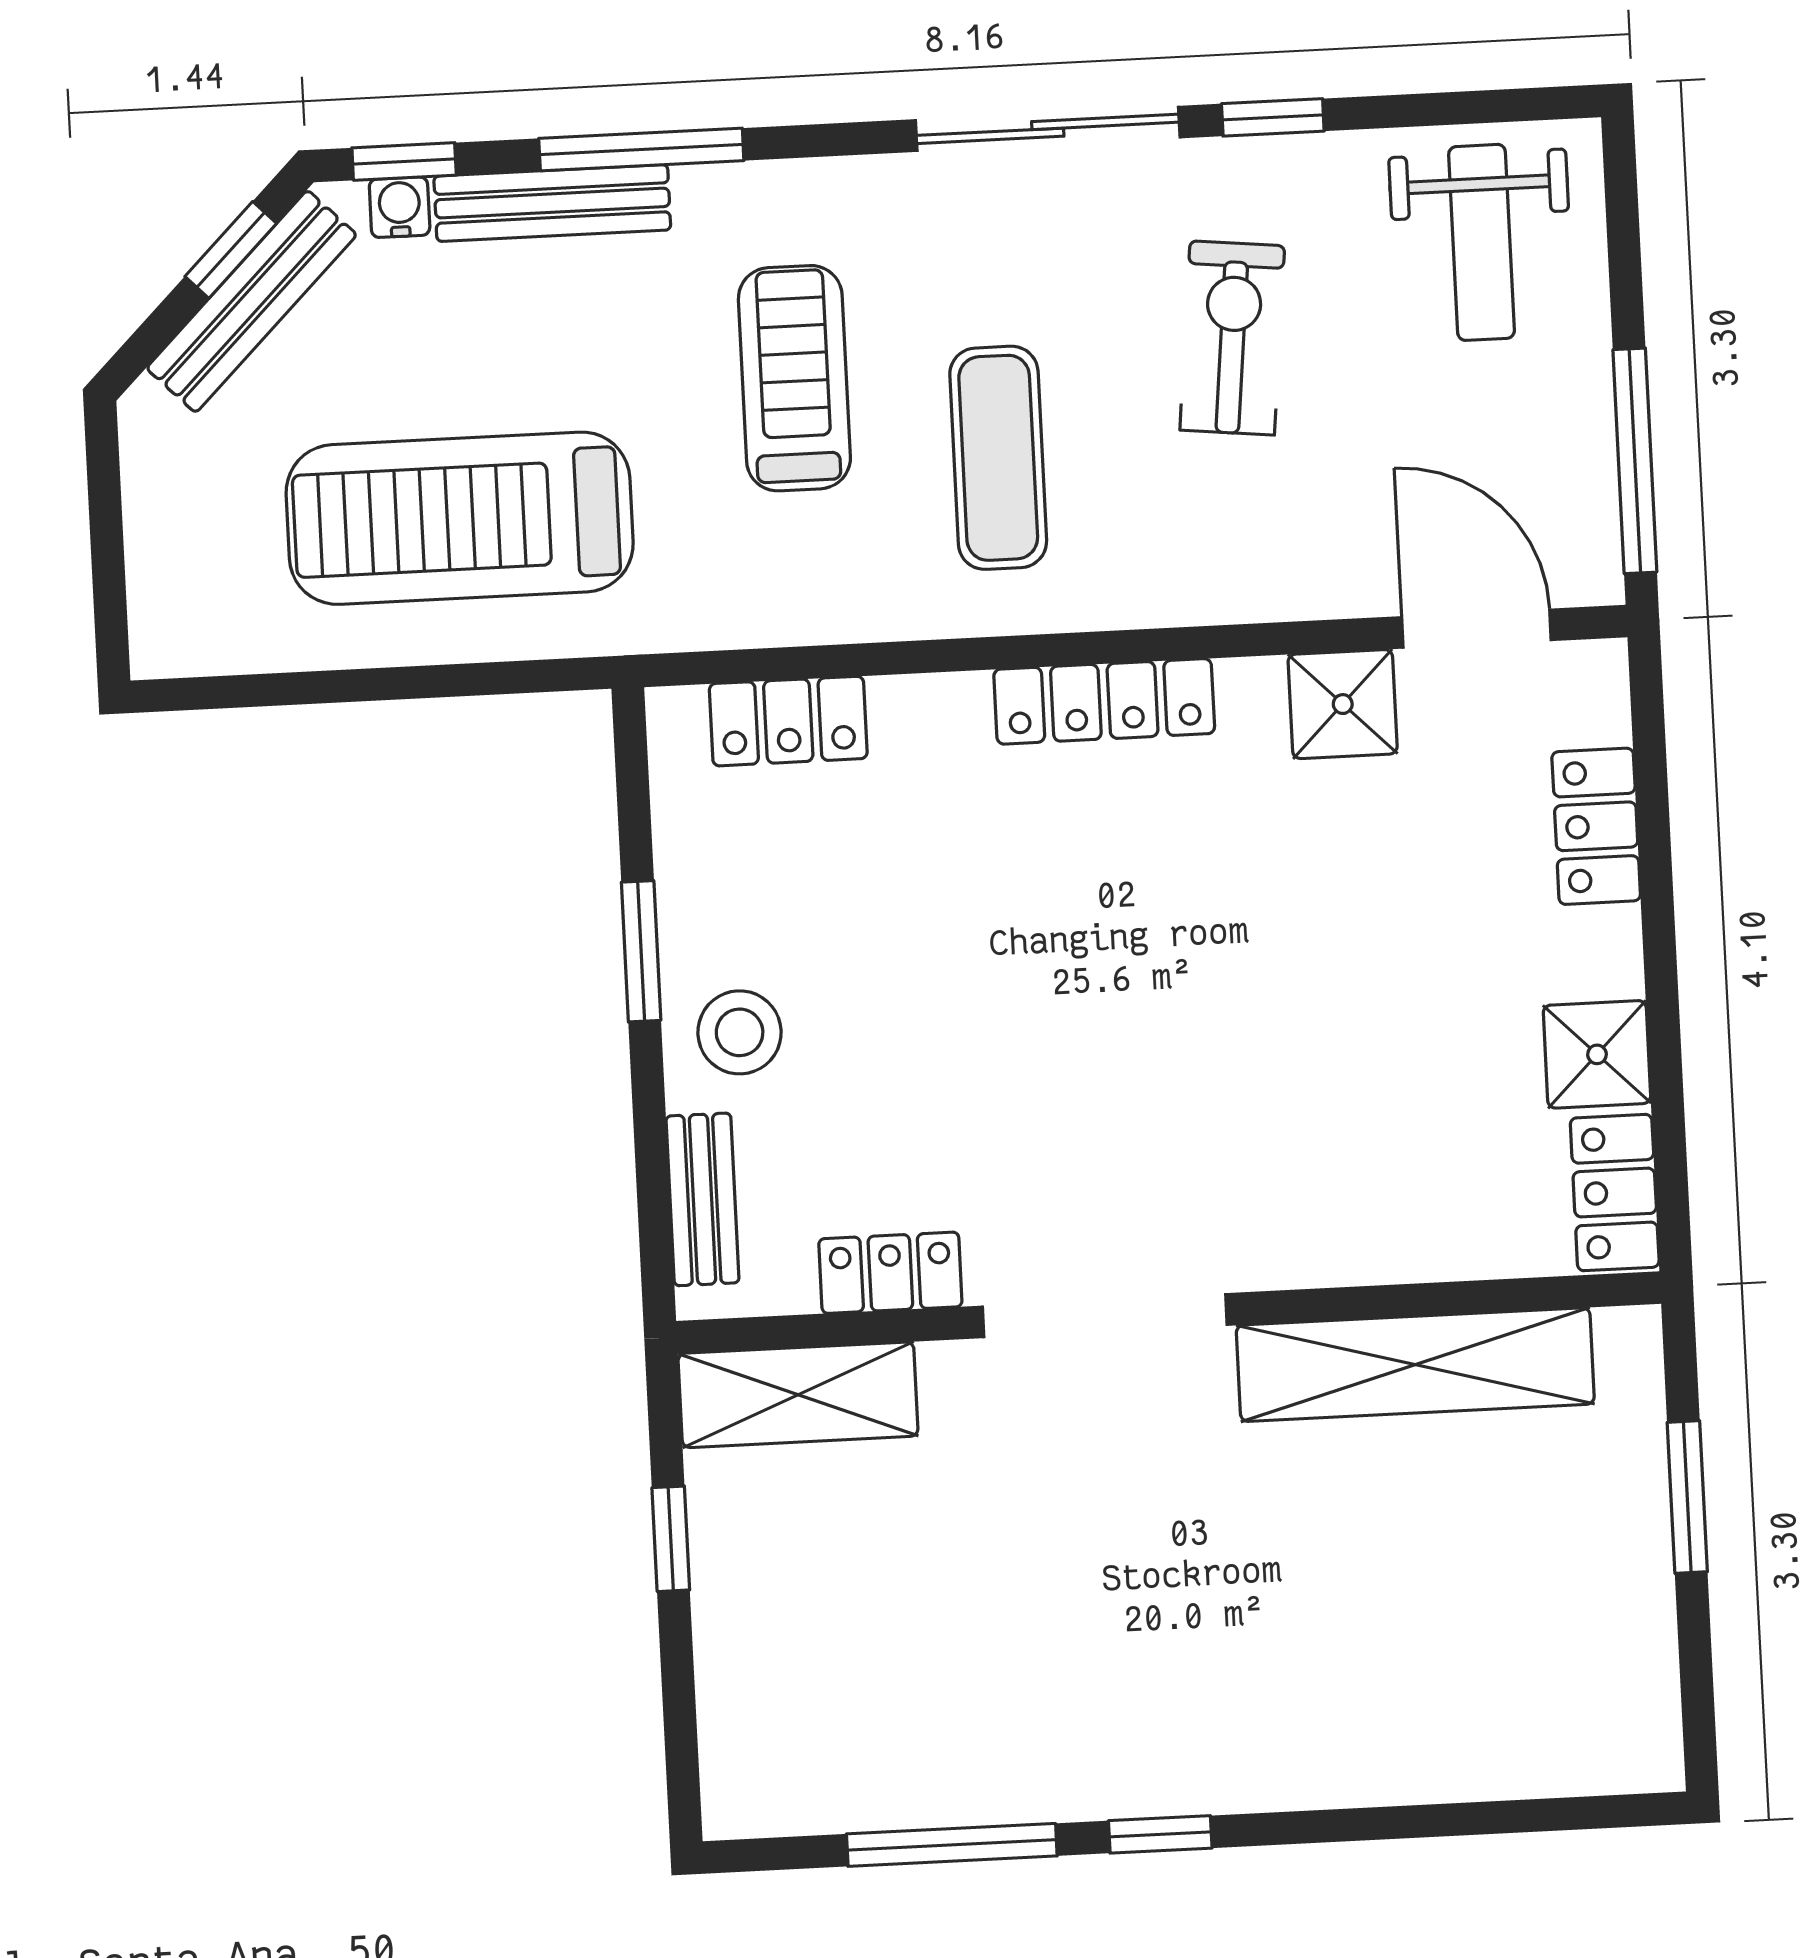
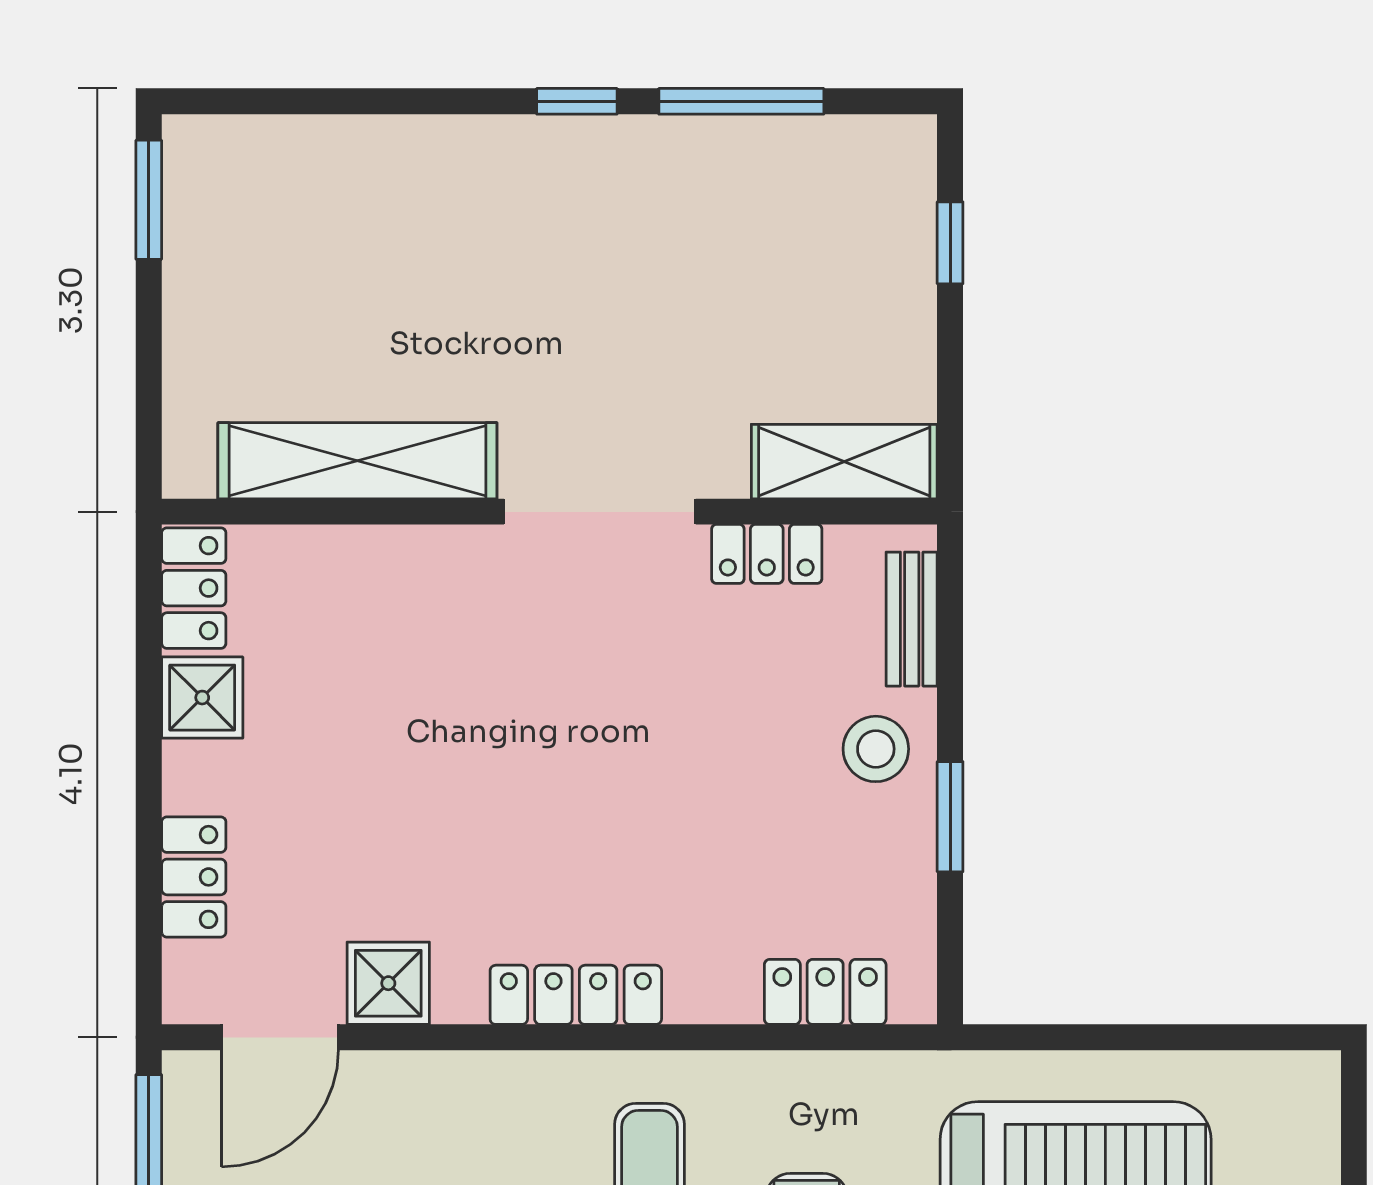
door: (1476, 629) -> (280, 1037), hinge flipped
window: (1687, 1497) -> (149, 200), moved
window: (671, 1539) -> (950, 243), moved

